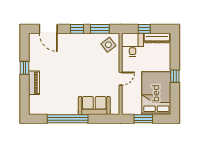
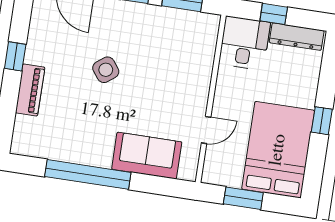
side table: (108, 45) -> (106, 70), moved
door: (121, 79) -> (206, 130), moved

